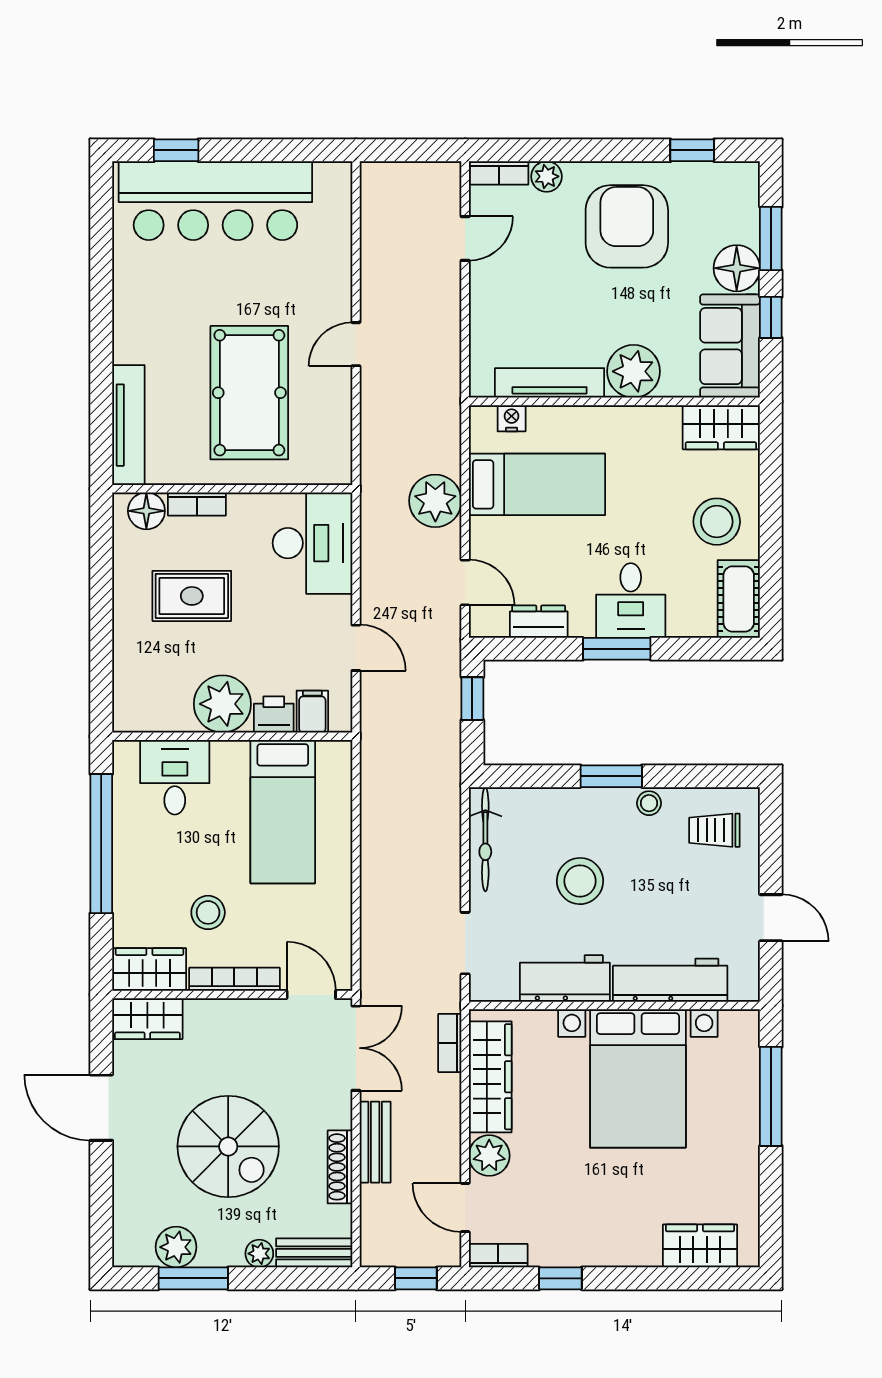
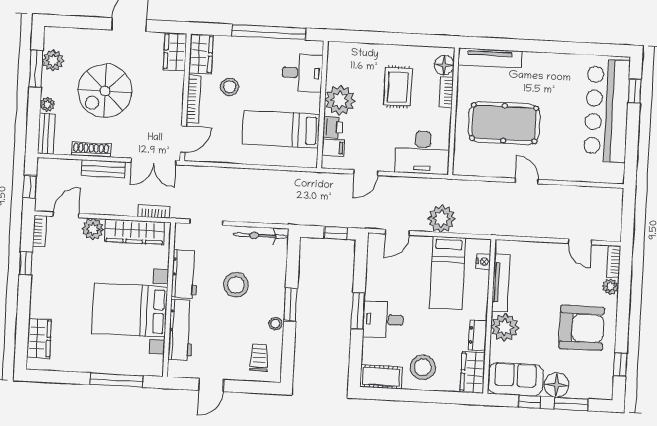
dresser: (539, 622) -> (478, 335), moved, turned 180

